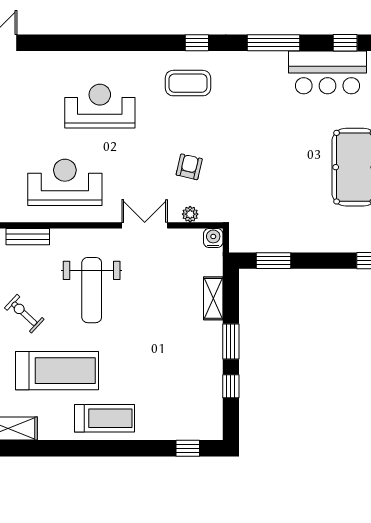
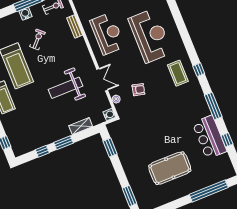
reception desk: (100, 106) -> (150, 36), width x1.36, depth x1.30
weight bench: (92, 290) -> (66, 88), moved

